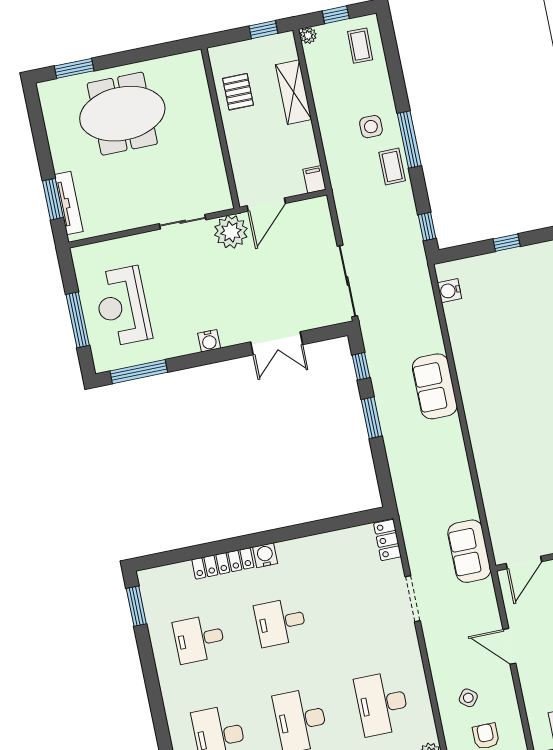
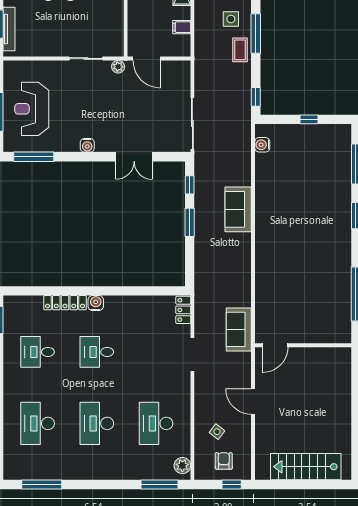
filing cabinet: (314, 179) -> (182, 27), moved, turned -90
door: (266, 205) -> (147, 58), hinge flipped
plant: (231, 232) -> (118, 67), width x0.53, depth x0.53

